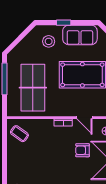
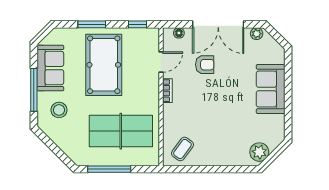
window: (64, 23) -> (34, 90), width x2.17
armchair: (83, 150) -> (205, 65), turned -90

